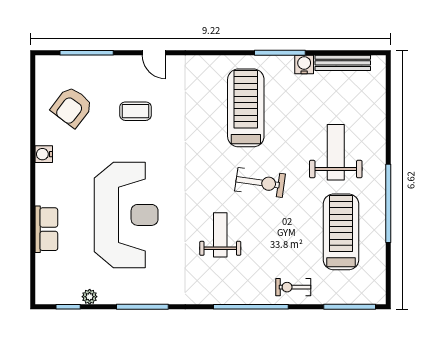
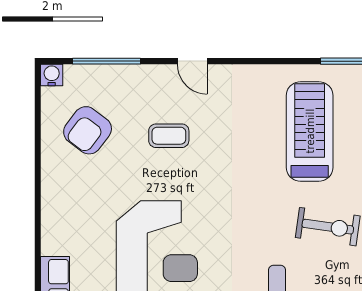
water cooler: (44, 154) -> (52, 75), moved, turned 90

